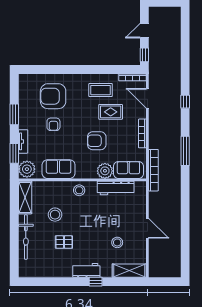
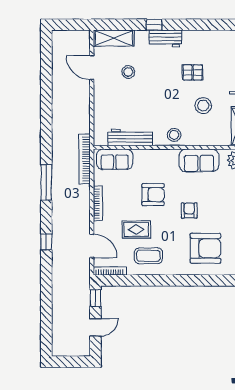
armchair: (53, 124) -> (189, 211), moved
plant: (105, 171) -> (143, 158), removed
door: (147, 228) -> (92, 68), moved

